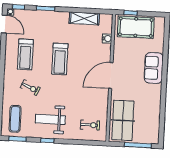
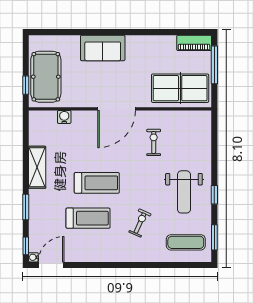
shelving: (84, 18) -> (37, 167), moved
treadmill: (25, 54) -> (88, 218), moved
door: (111, 75) -> (117, 109), hinge flipped
exercise bike: (90, 125) -> (154, 142), moved
piano: (154, 132) -> (194, 43), added

